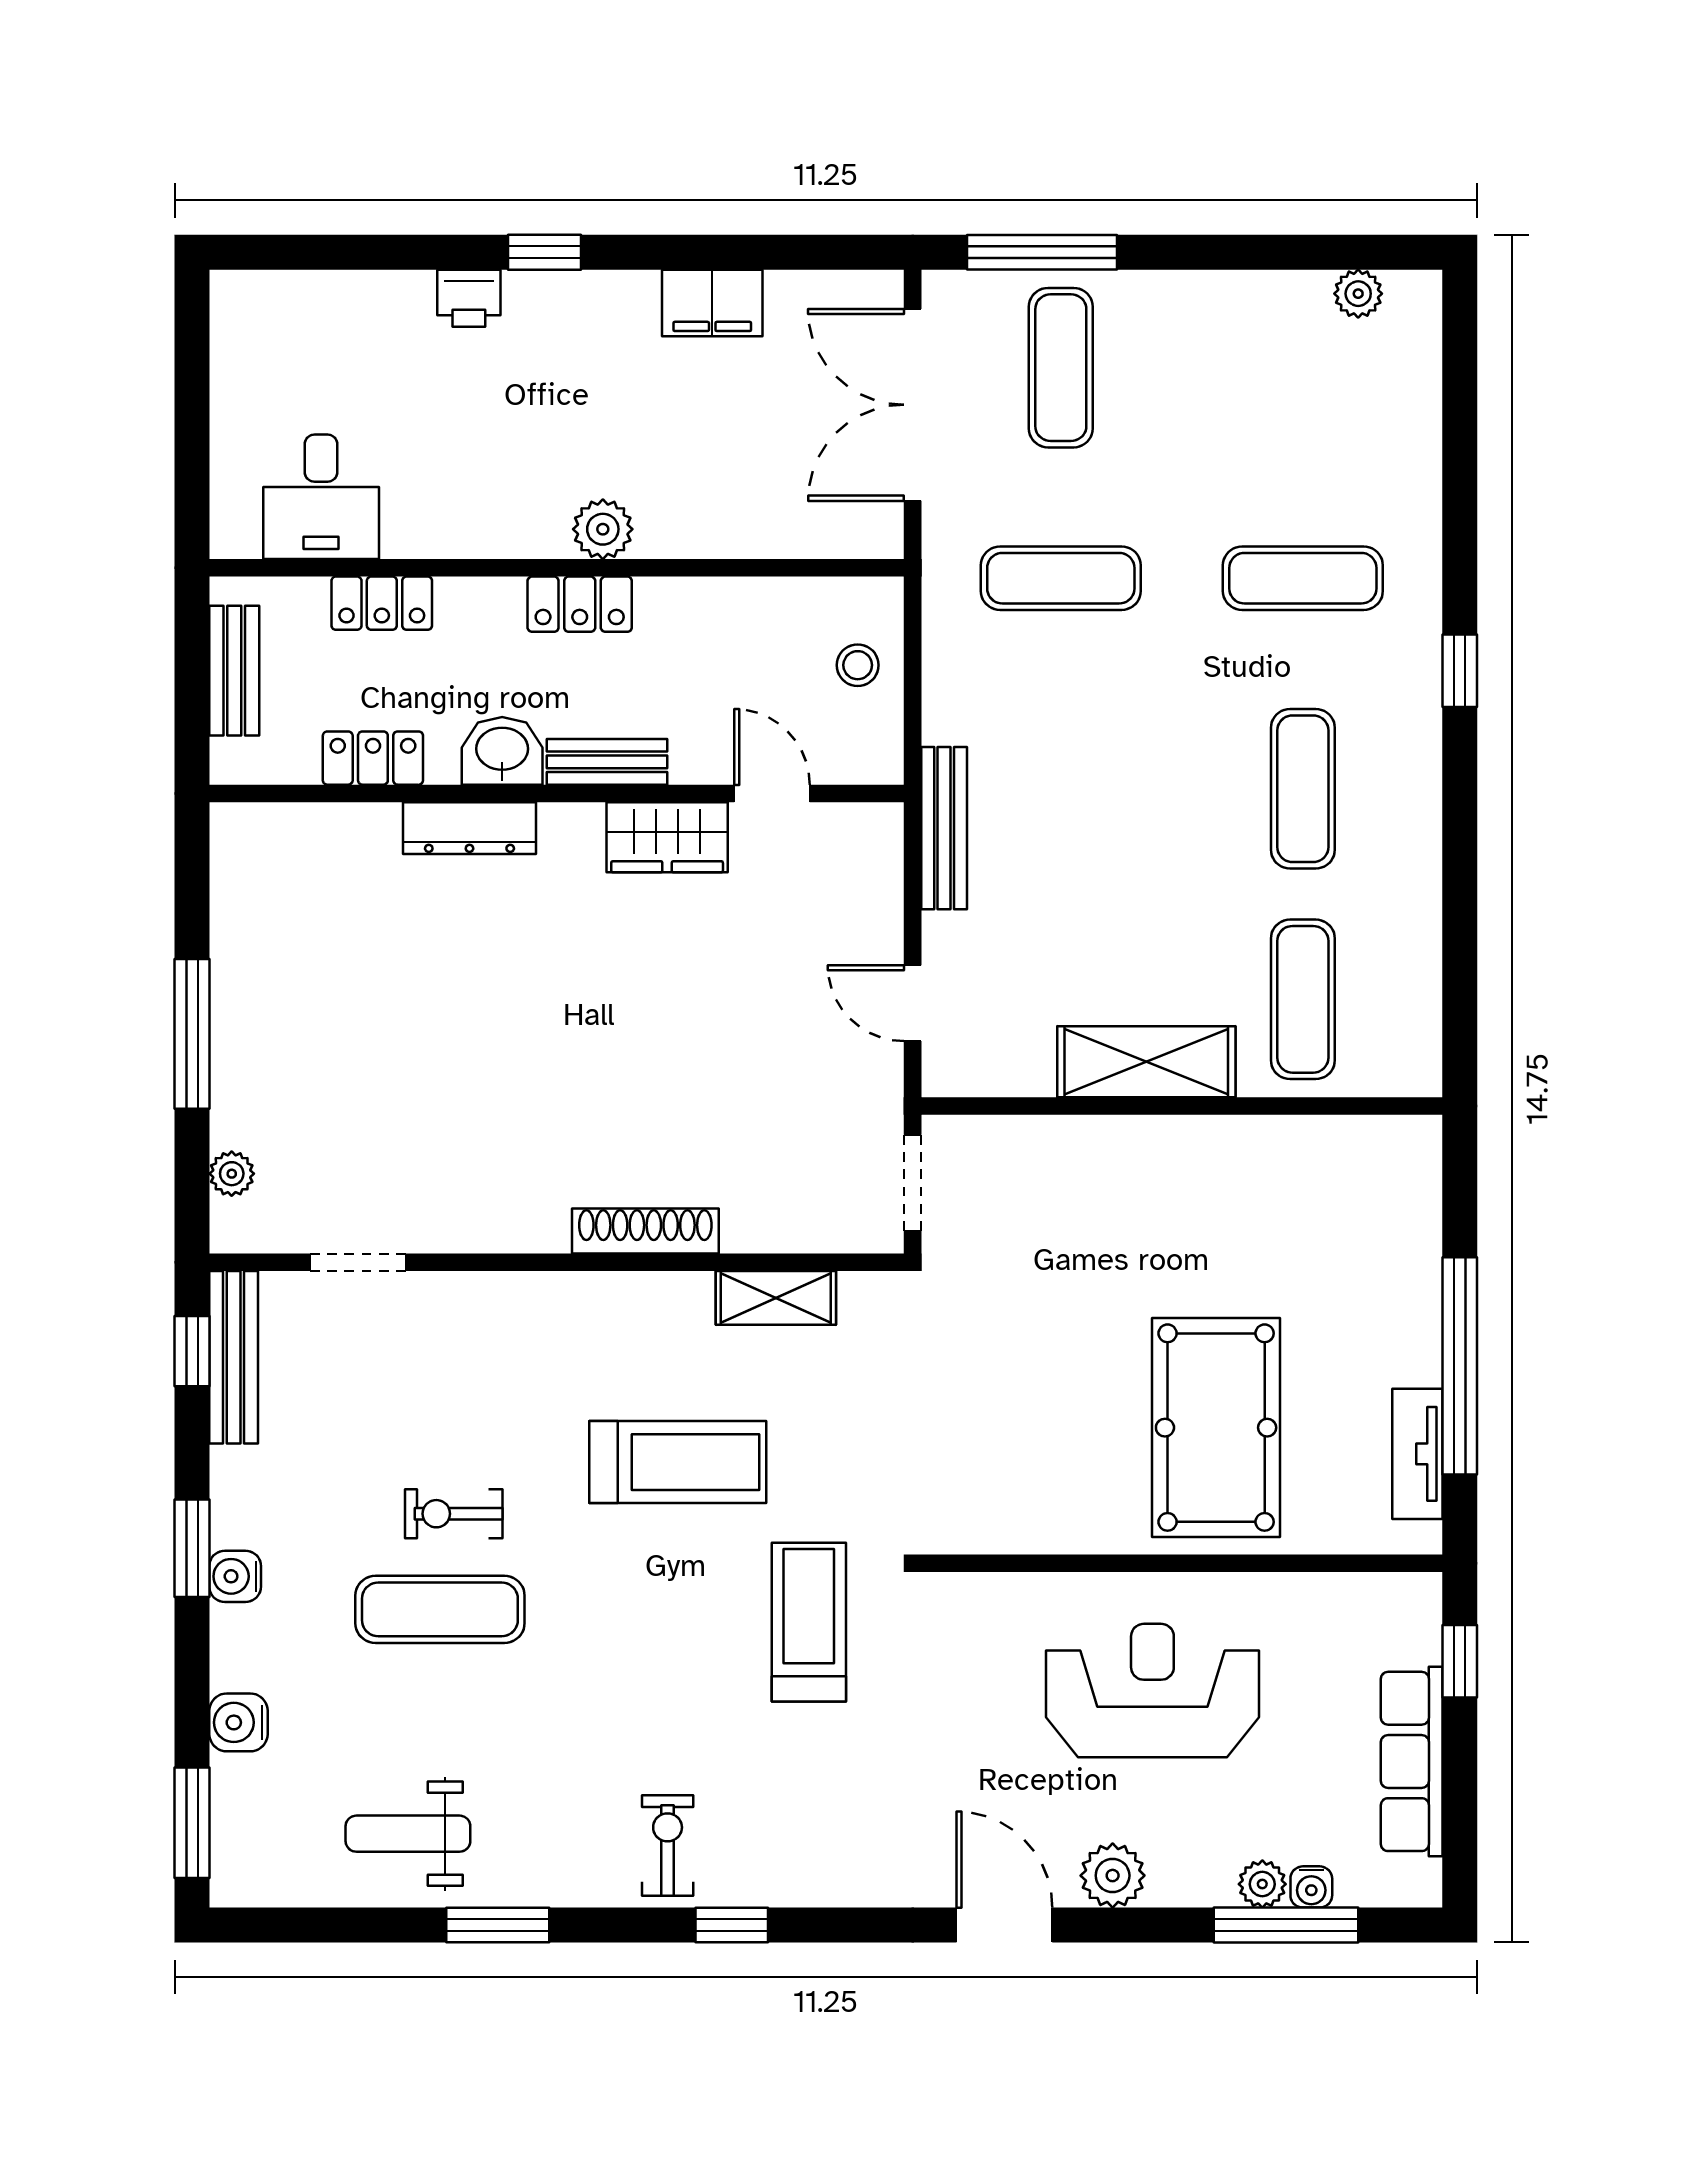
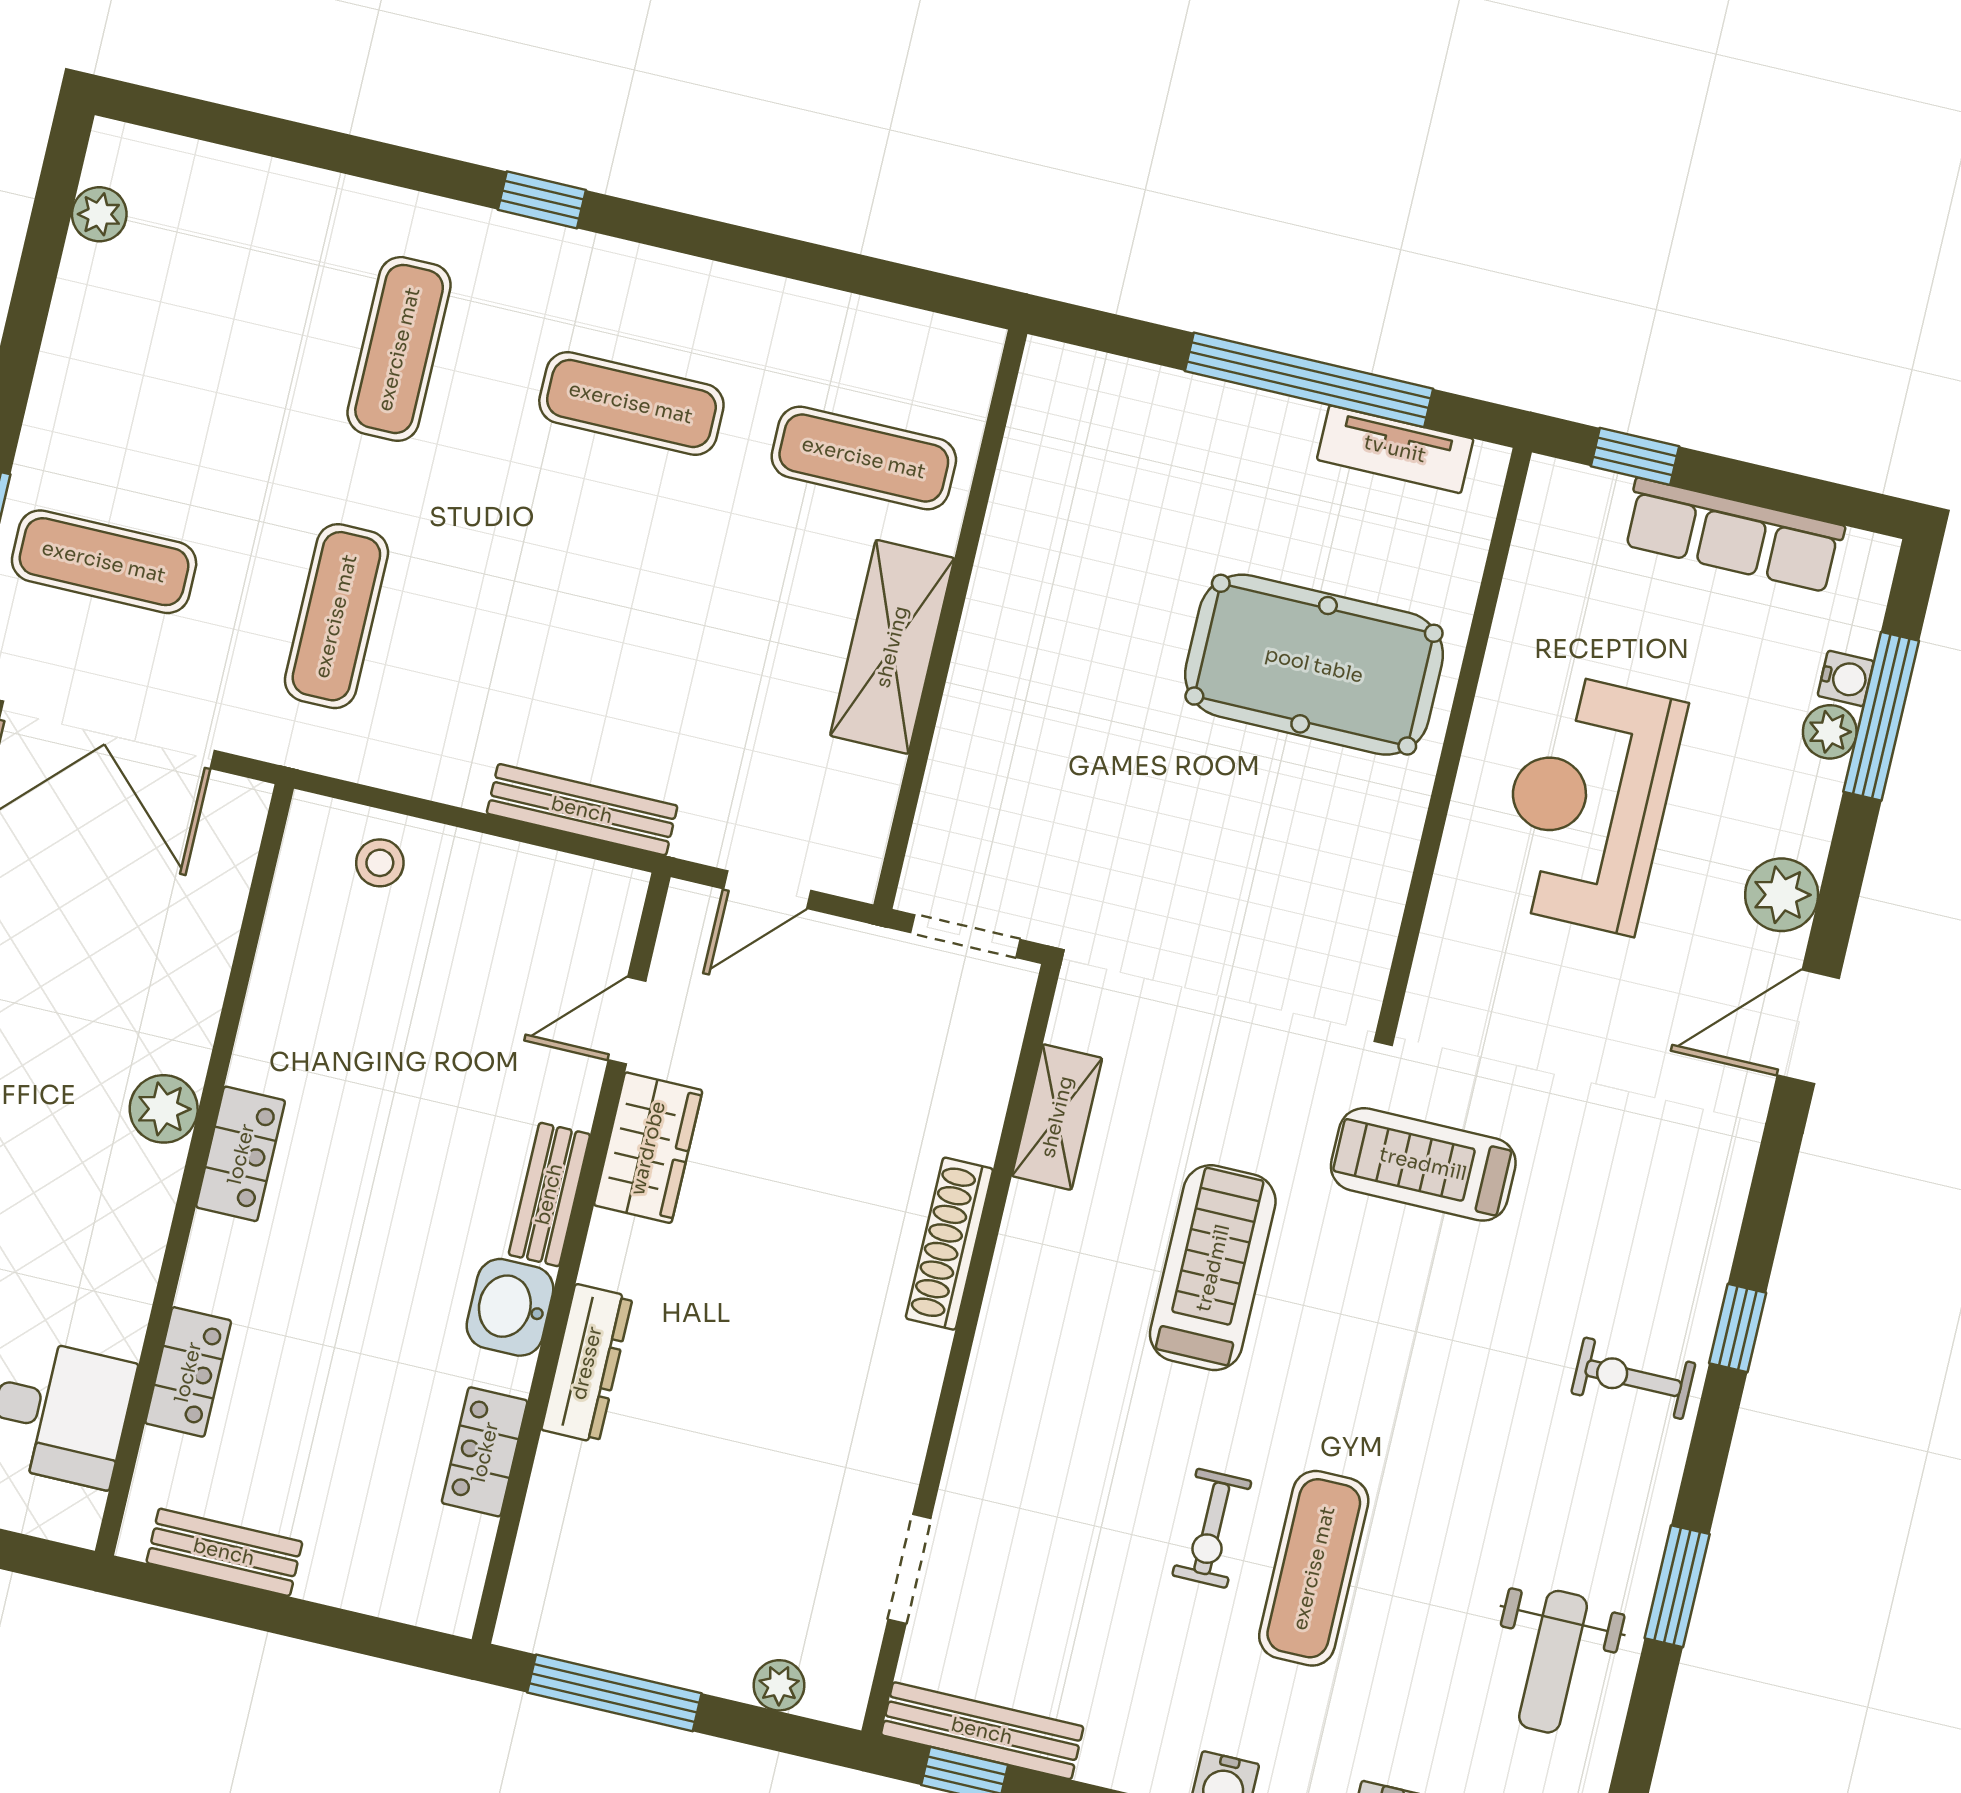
washbasin: (502, 751) -> (510, 1307), moved
locker: (373, 758) -> (485, 1452), moved
bench: (607, 762) -> (549, 1194), moved
wall: (557, 793) -> (571, 1258), moved
door: (772, 793) -> (627, 1021), moved
dresser: (469, 828) -> (587, 1363), moved
wardrobe: (667, 837) -> (648, 1148), moved

